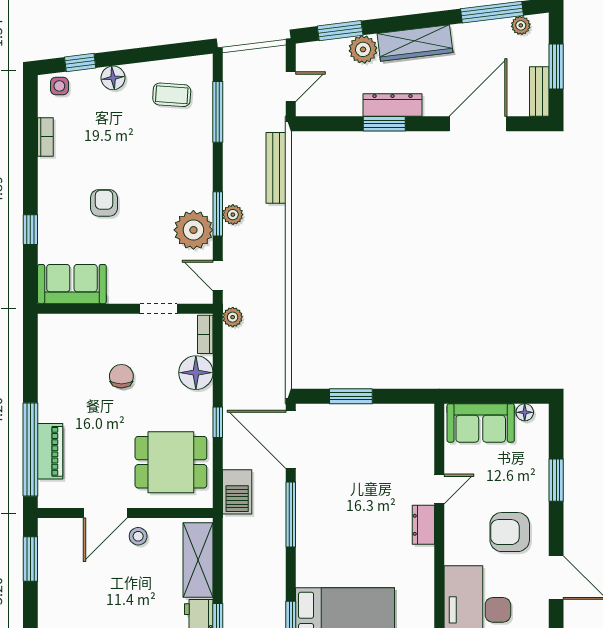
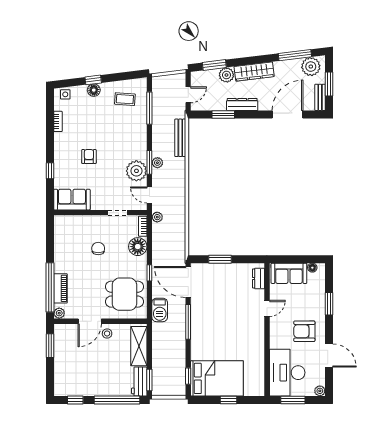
plant: (521, 25) -> (311, 67), width x1.88, depth x1.88
window: (80, 63) -> (93, 80), moved
window: (384, 124) -> (223, 114), moved
plant: (48, 498) -> (59, 313), added
dresser: (423, 525) -> (259, 278), moved

